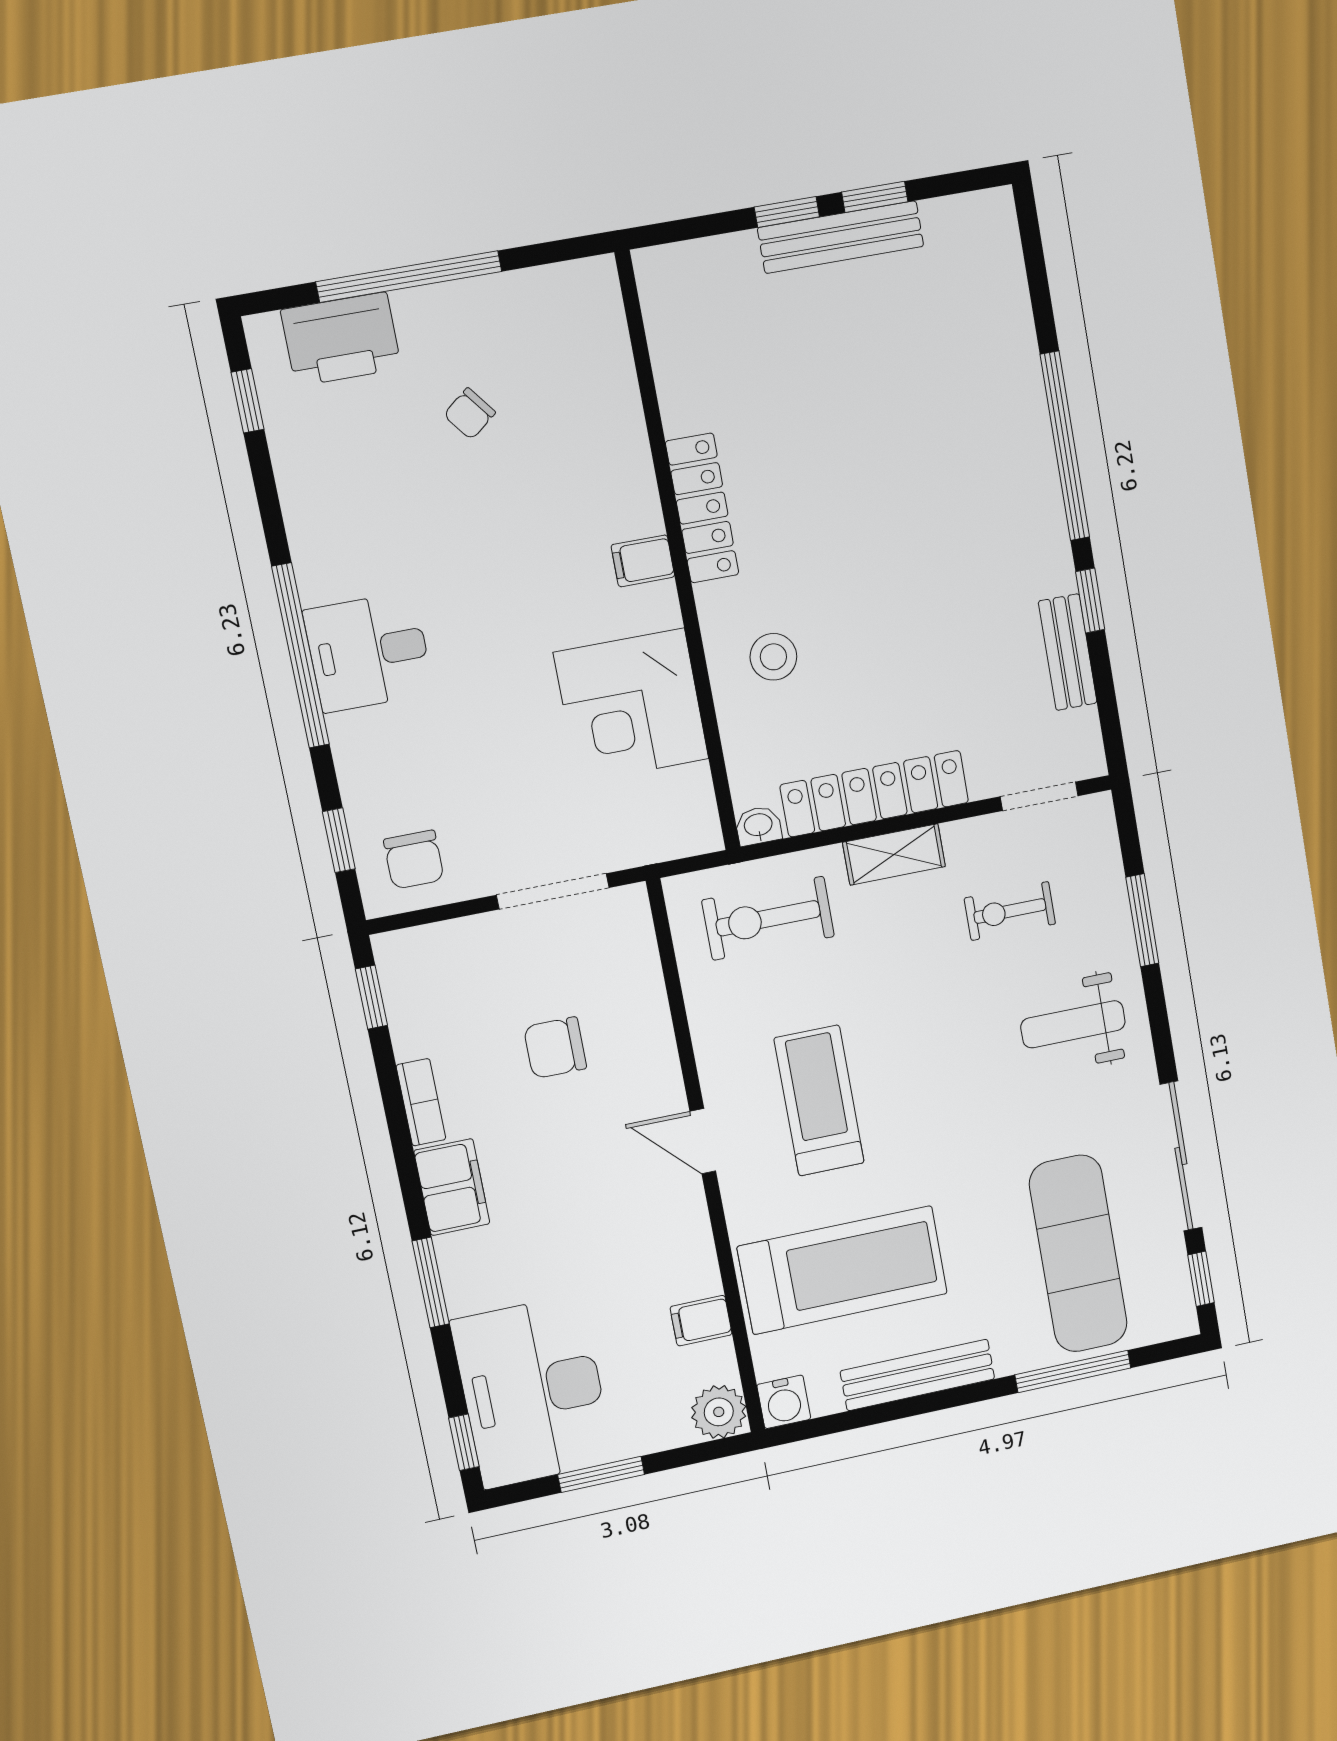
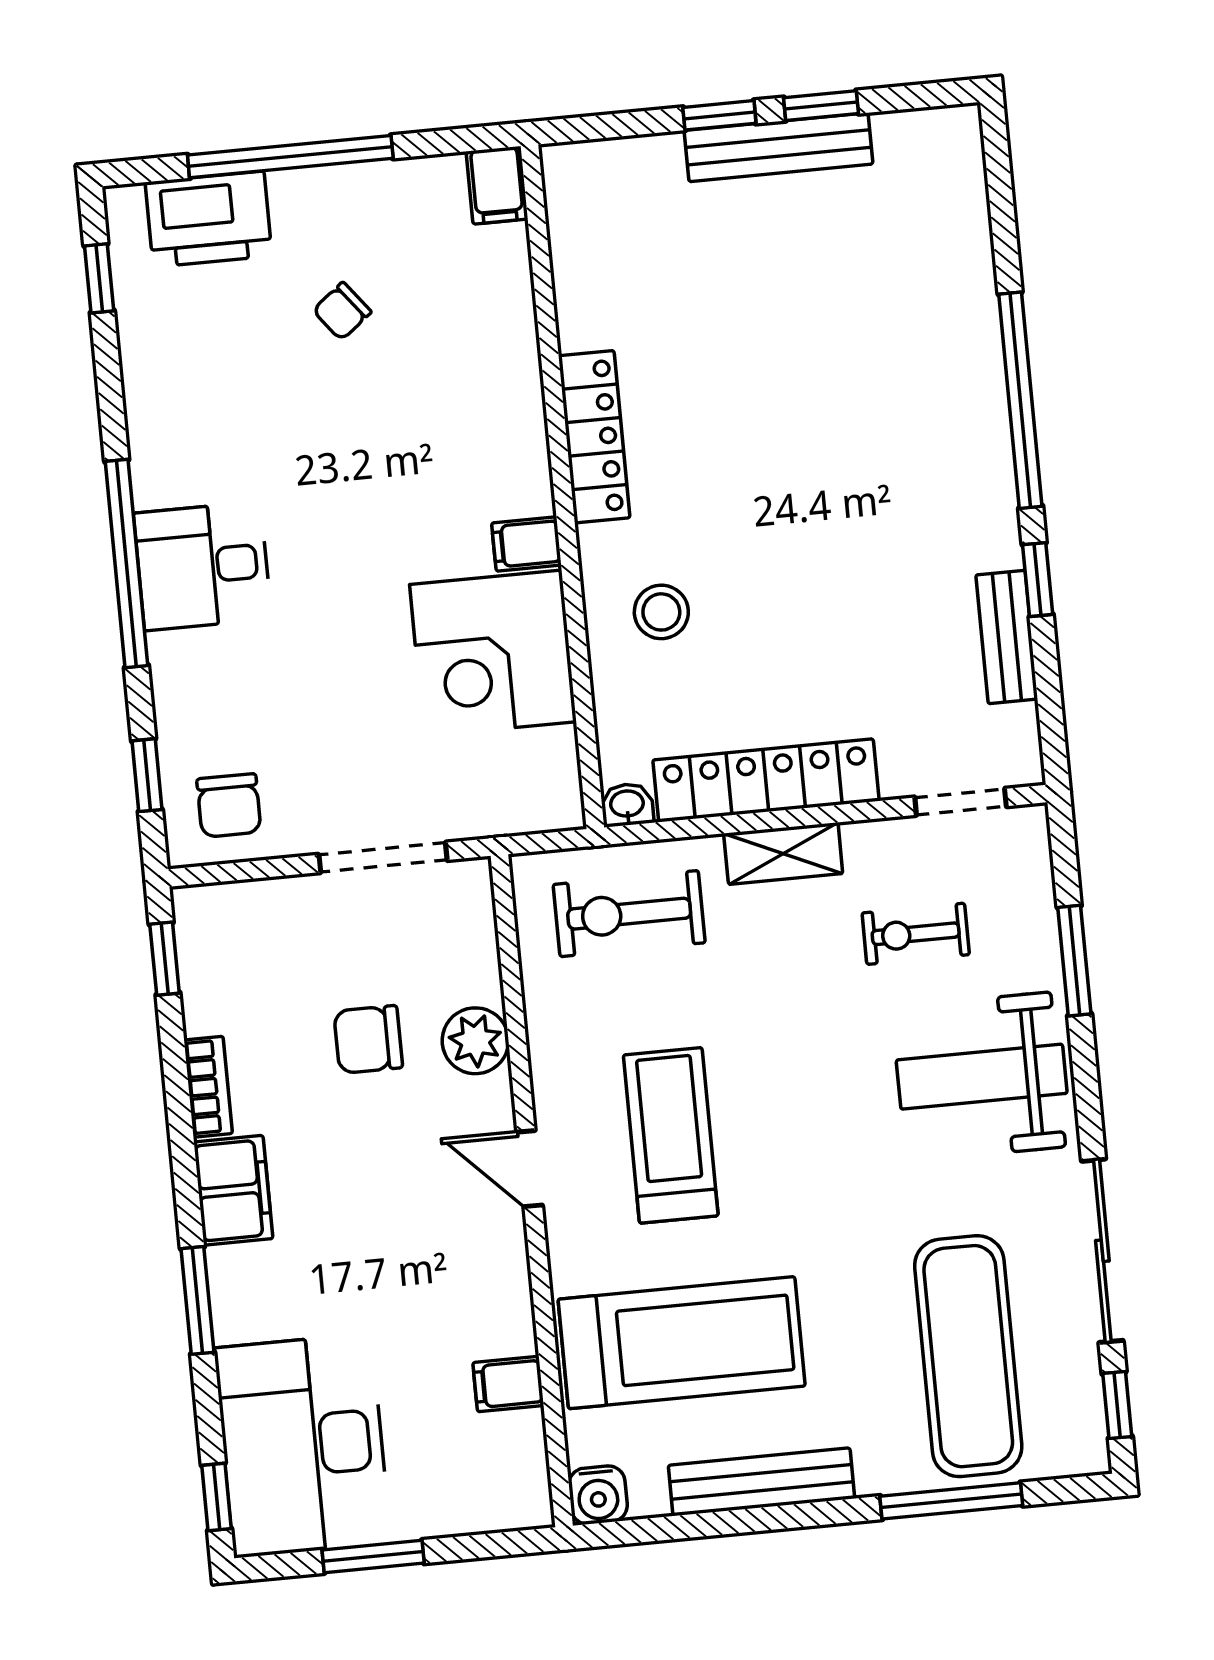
filing cabinet: (596, 289) -> (497, 185), added
filing cabinet: (643, 561) -> (526, 544), moved
weight bench: (1073, 1024) -> (982, 1077), width x1.36, depth x1.33
plant: (719, 1412) -> (475, 1041), moved

